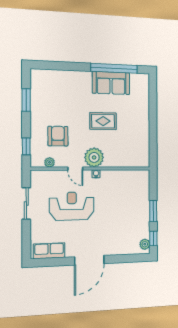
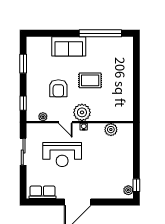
sofa: (111, 83) -> (69, 46), moved
armchair: (58, 136) -> (58, 88), moved, turned 180
plant: (126, 177) -> (111, 130), added
reception desk: (72, 206) -> (62, 155), turned 180
window: (153, 211) -> (136, 161), removed

